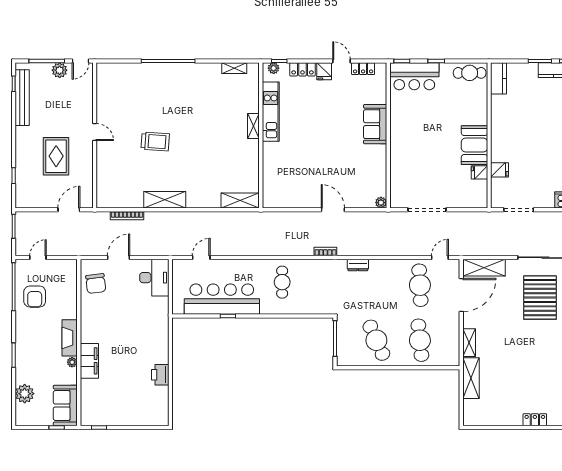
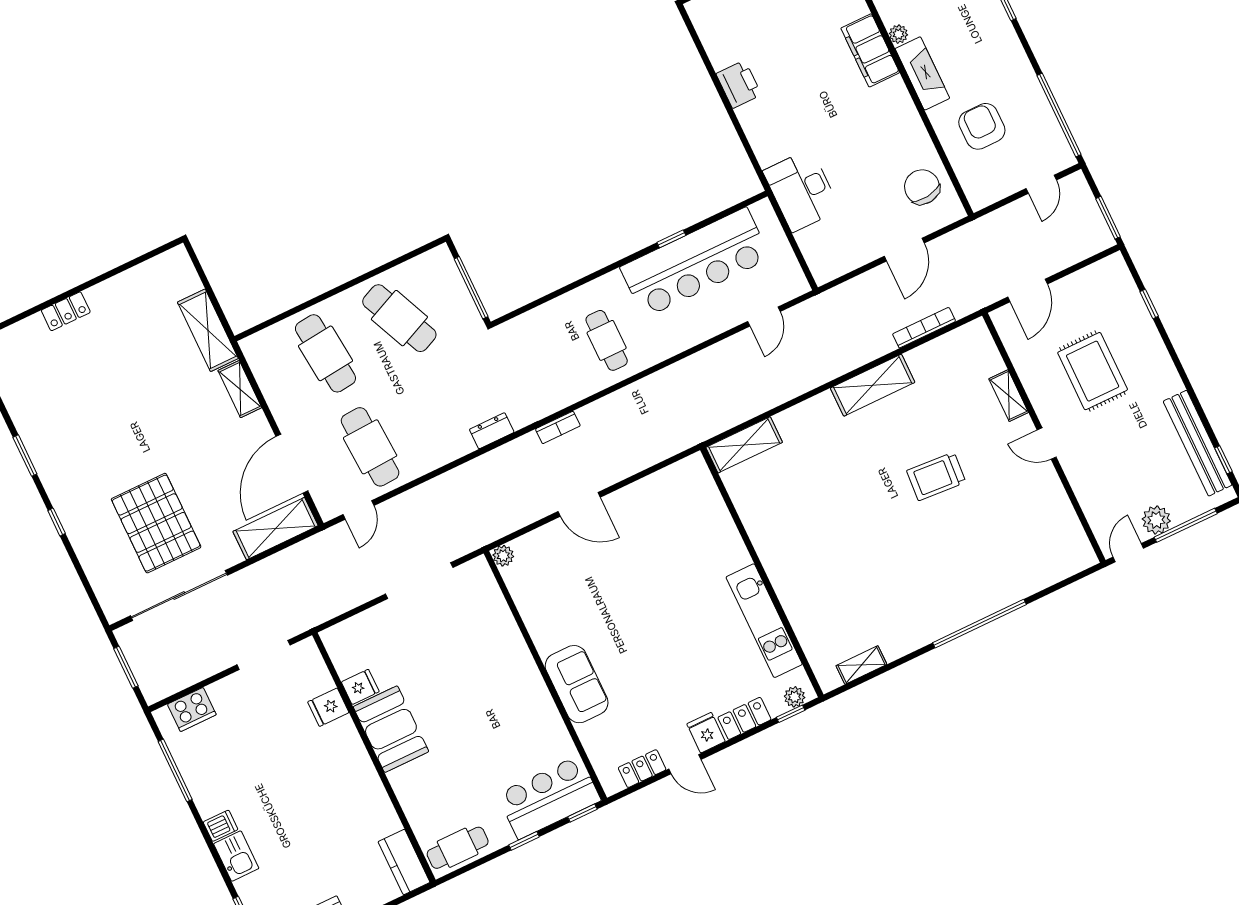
shelving: (253, 126) -> (1009, 396), moved
desk: (154, 278) -> (802, 190), moved
armchair: (35, 297) -> (982, 126), moved

